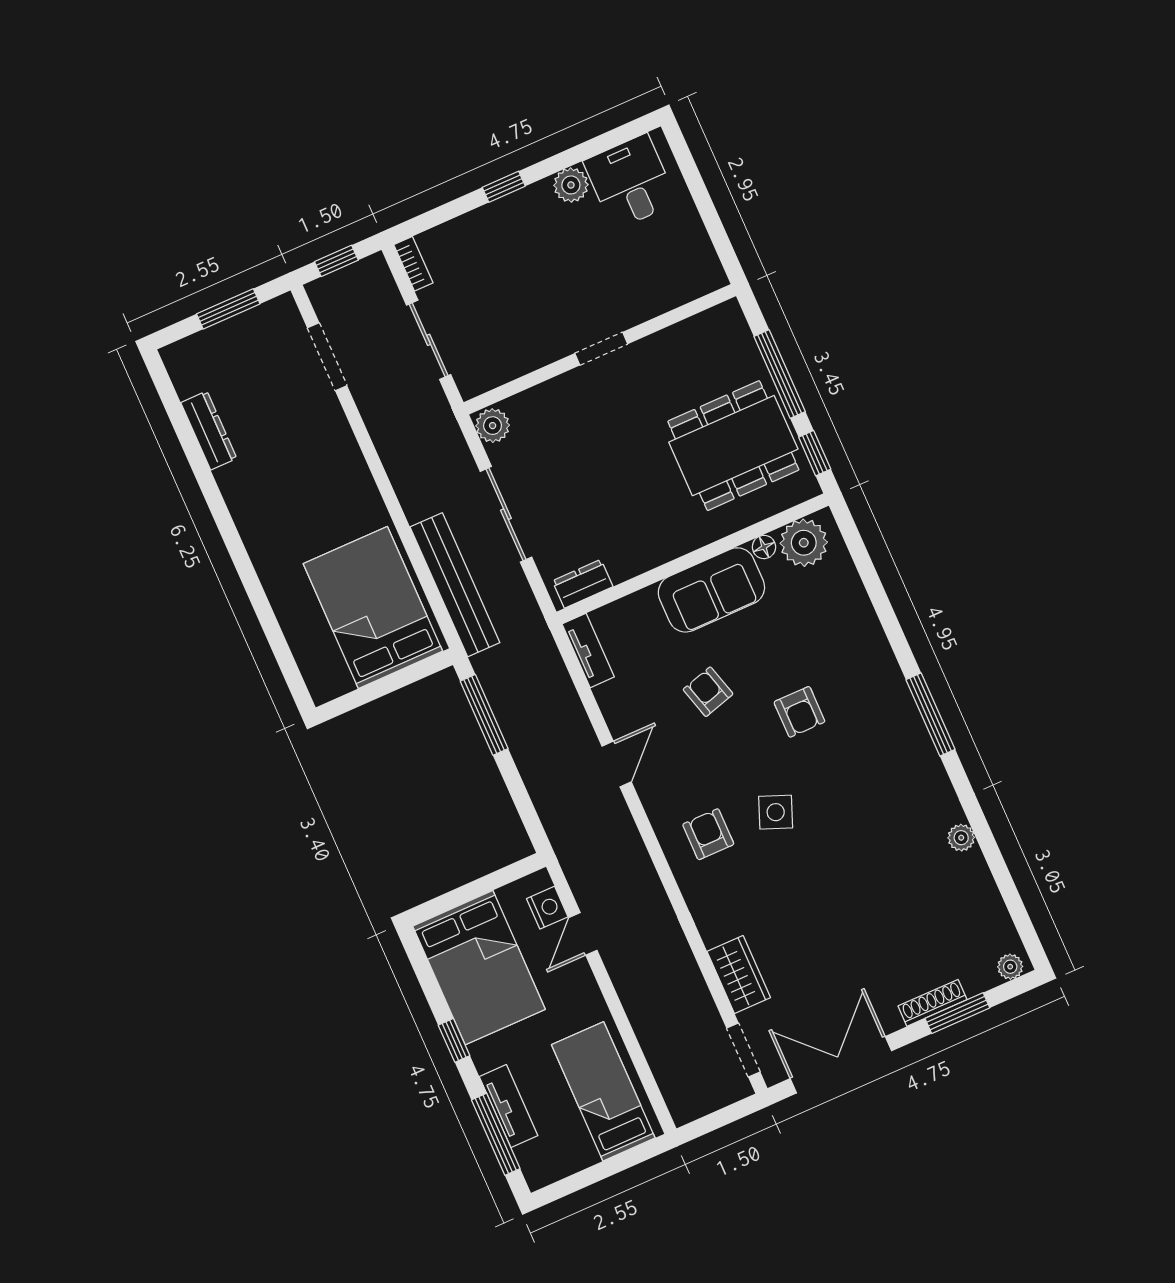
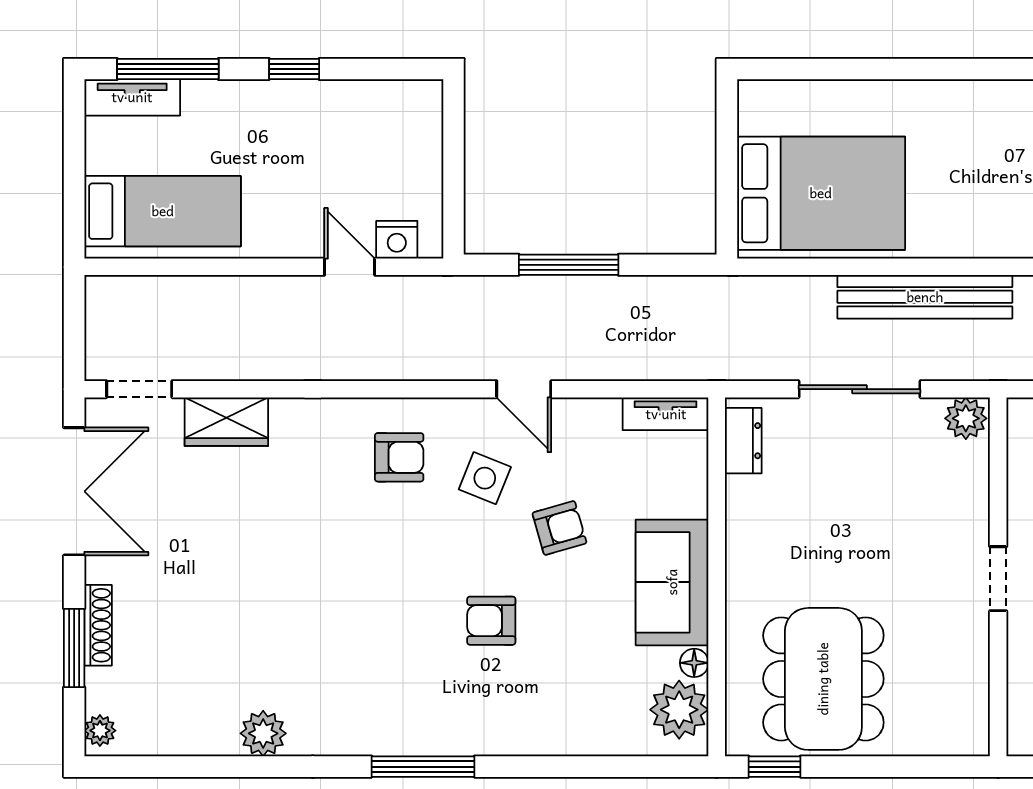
window: (780, 374) -> (881, 767), removed
bench: (455, 585) -> (925, 297), moved
window: (484, 715) -> (569, 265), moved
side table: (776, 812) -> (485, 478), moved
plant: (961, 838) -> (263, 733), width x1.38, depth x1.38
bed: (479, 968) -> (363, 133), removed
tv unit: (509, 1106) -> (132, 97), moved

